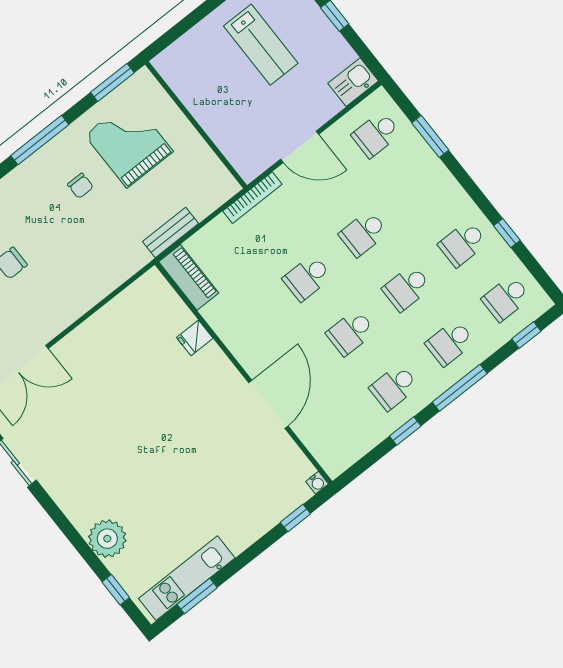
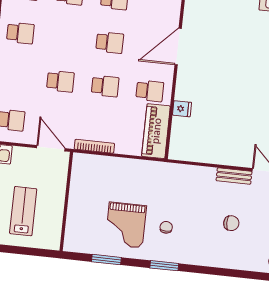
wall: (196, 125) -> (66, 201), moved
window: (40, 140) -> (164, 266), width x0.69
bench: (171, 233) -> (234, 176), moved
piano: (189, 277) -> (156, 131), width x1.37, depth x1.33
school desk: (407, 288) -> (150, 91), moved

